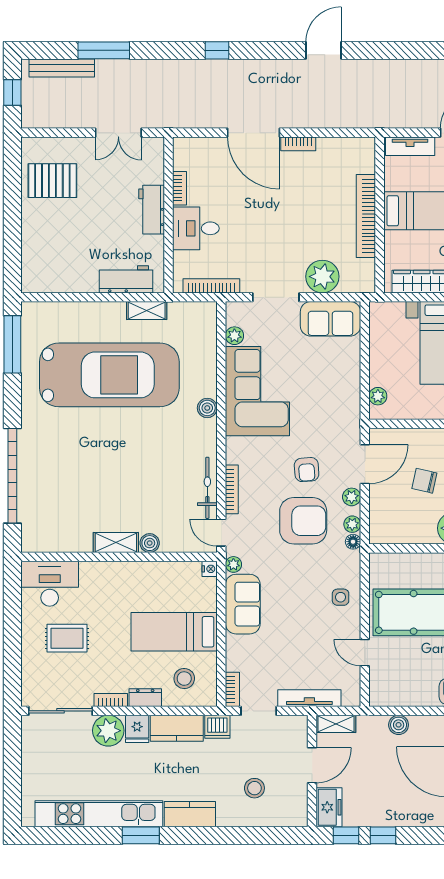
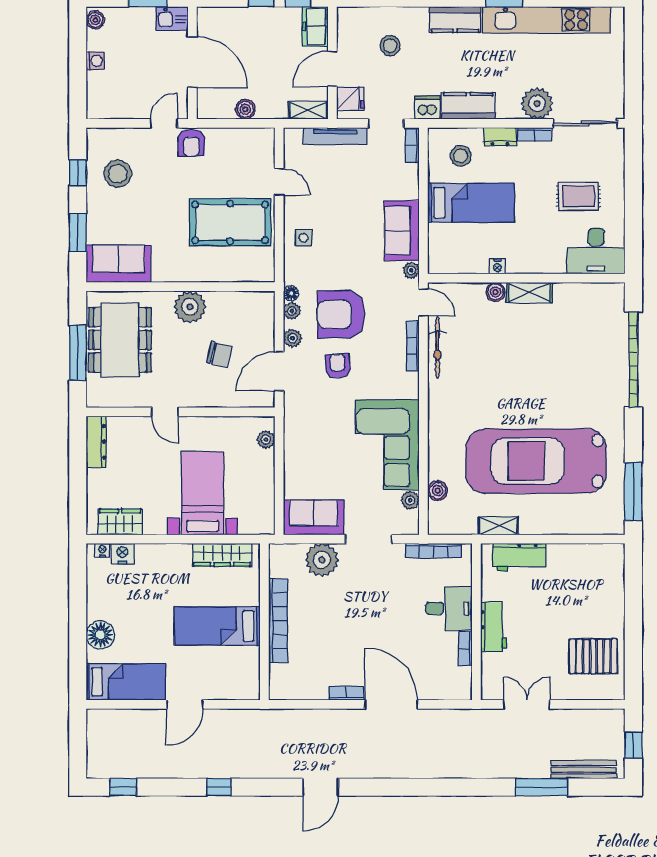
window: (217, 50) -> (219, 787), moved
tv unit: (410, 146) -> (234, 691), removed
boiler: (207, 408) -> (438, 491), moved
nightstand: (210, 569) -> (497, 266), moved, turned -90
fridge: (137, 729) -> (350, 98), moved, turned 90

